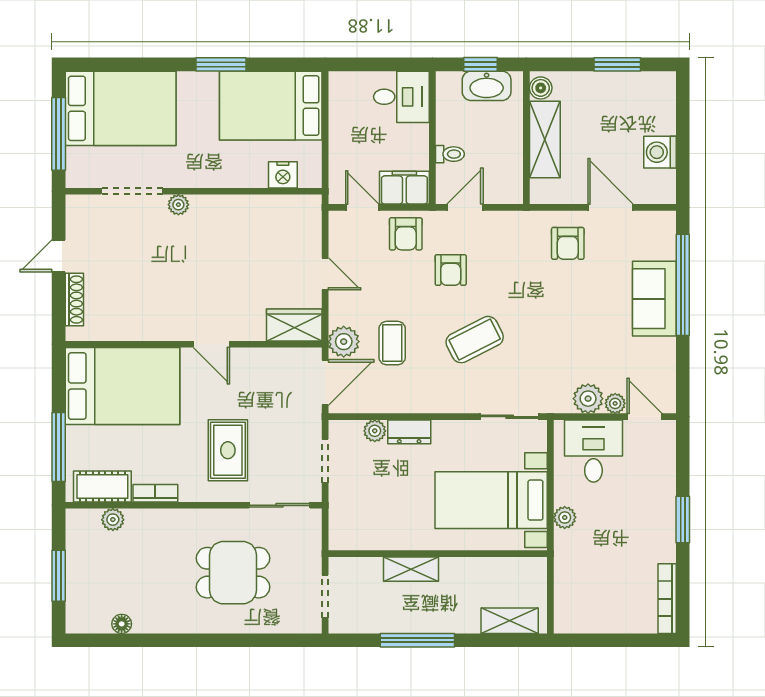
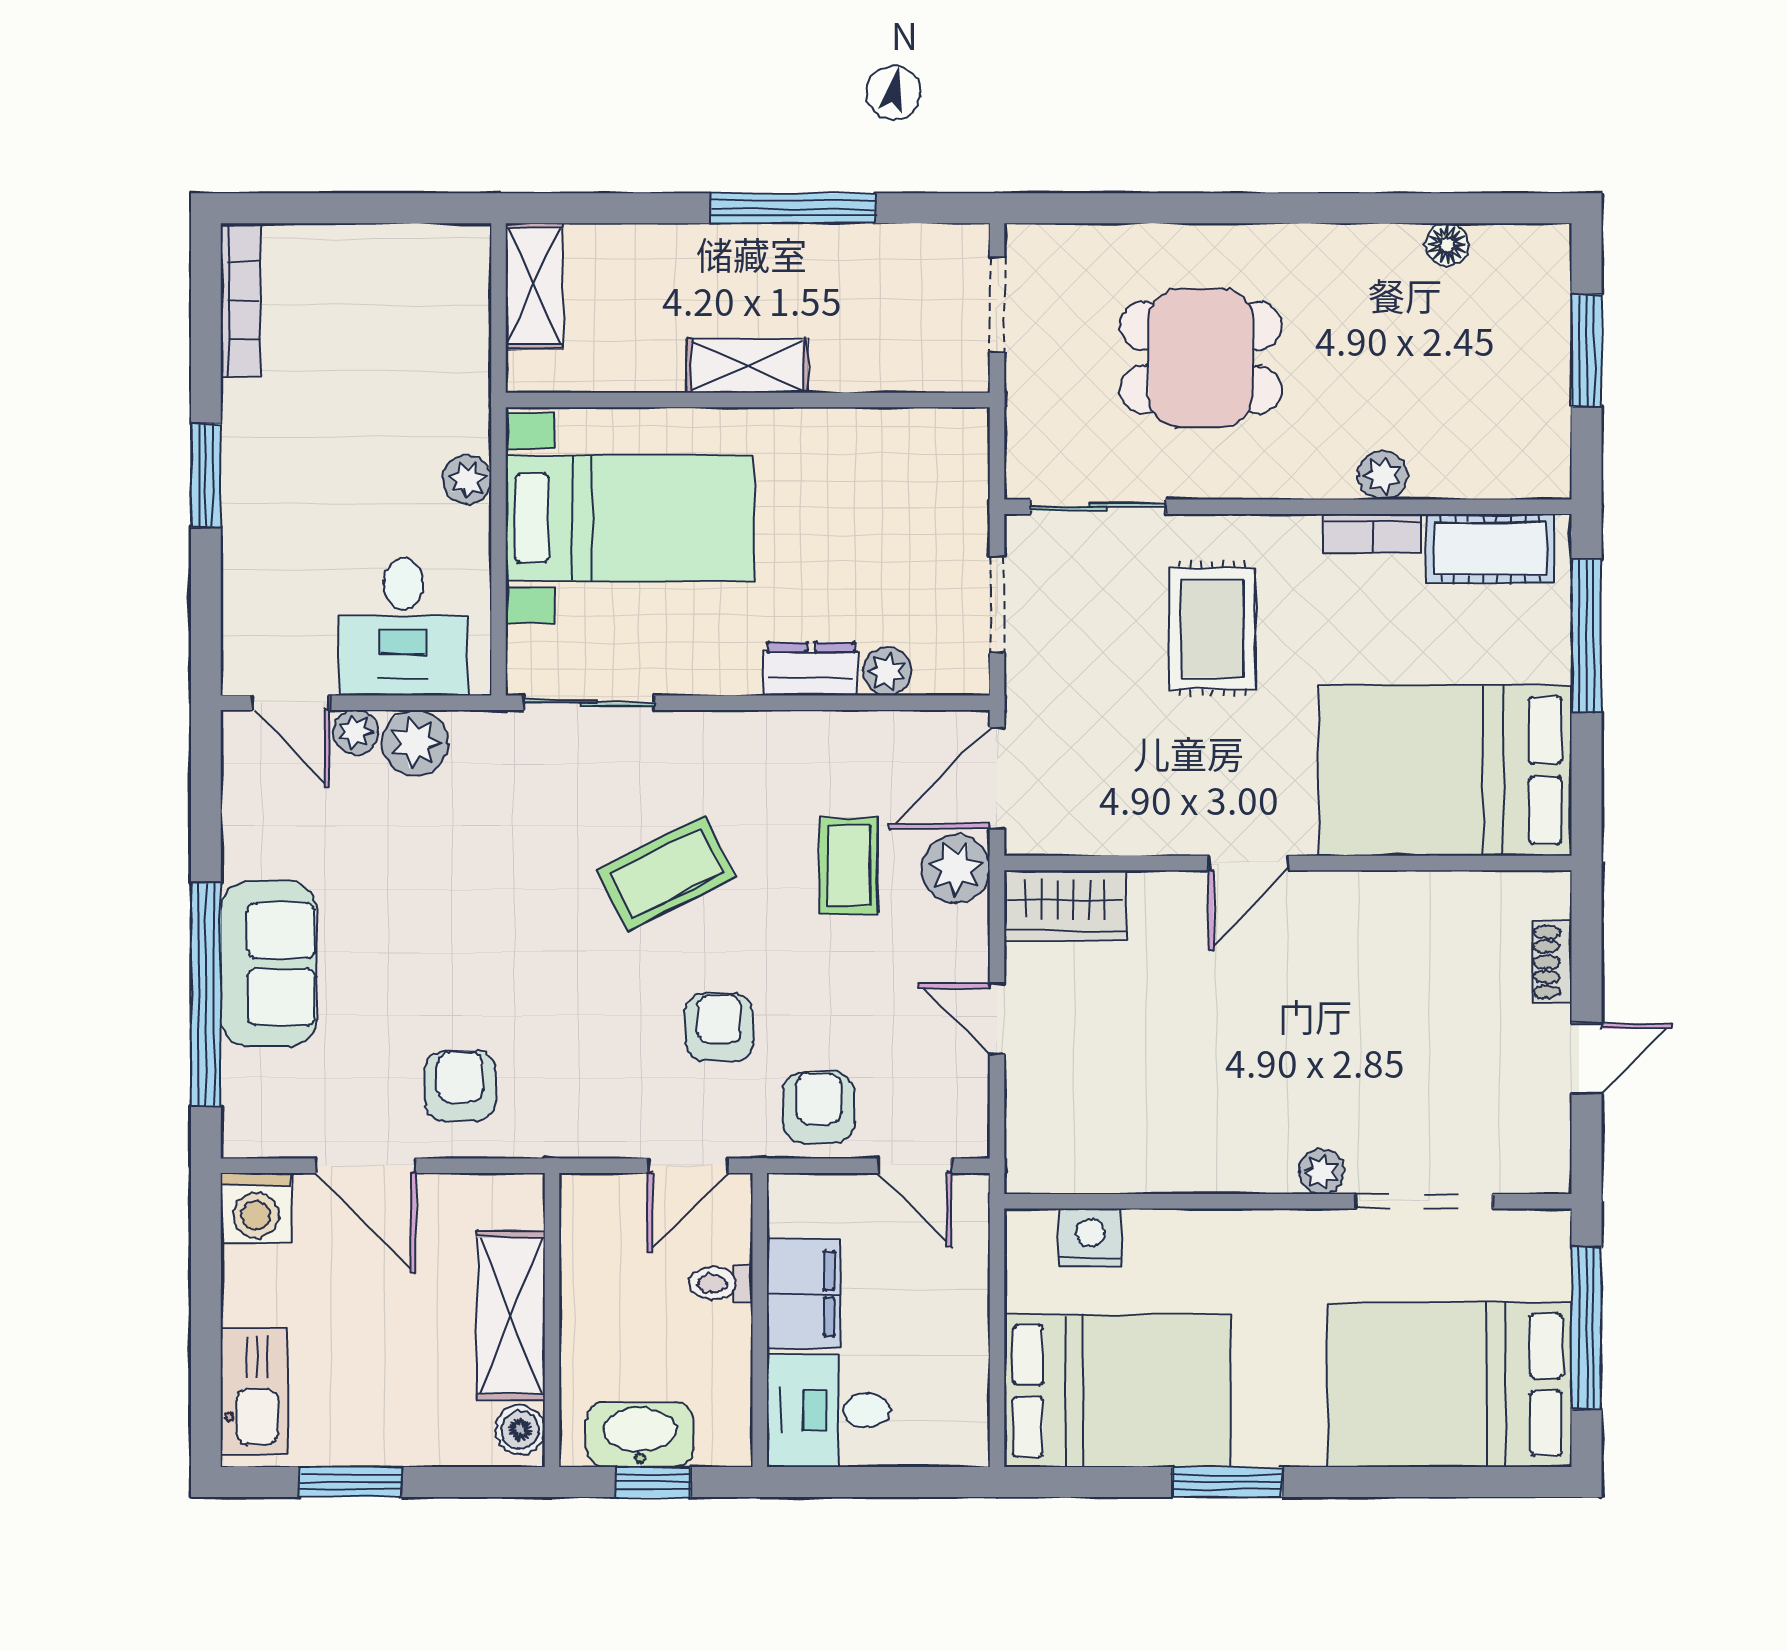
kitchen sink: (661, 105) -> (254, 1391), added
washing machine: (660, 152) -> (256, 1208), moved, turned 90
filing cabinet: (404, 188) -> (803, 1294), moved, turned -90
shoe rack: (74, 300) -> (1552, 962), width x0.70
door: (211, 344) -> (1248, 863), swing flipped
plant: (113, 520) -> (1383, 475), moved
shelving: (411, 569) -> (747, 366), moved
shelving: (510, 621) -> (534, 286), moved, turned 90

